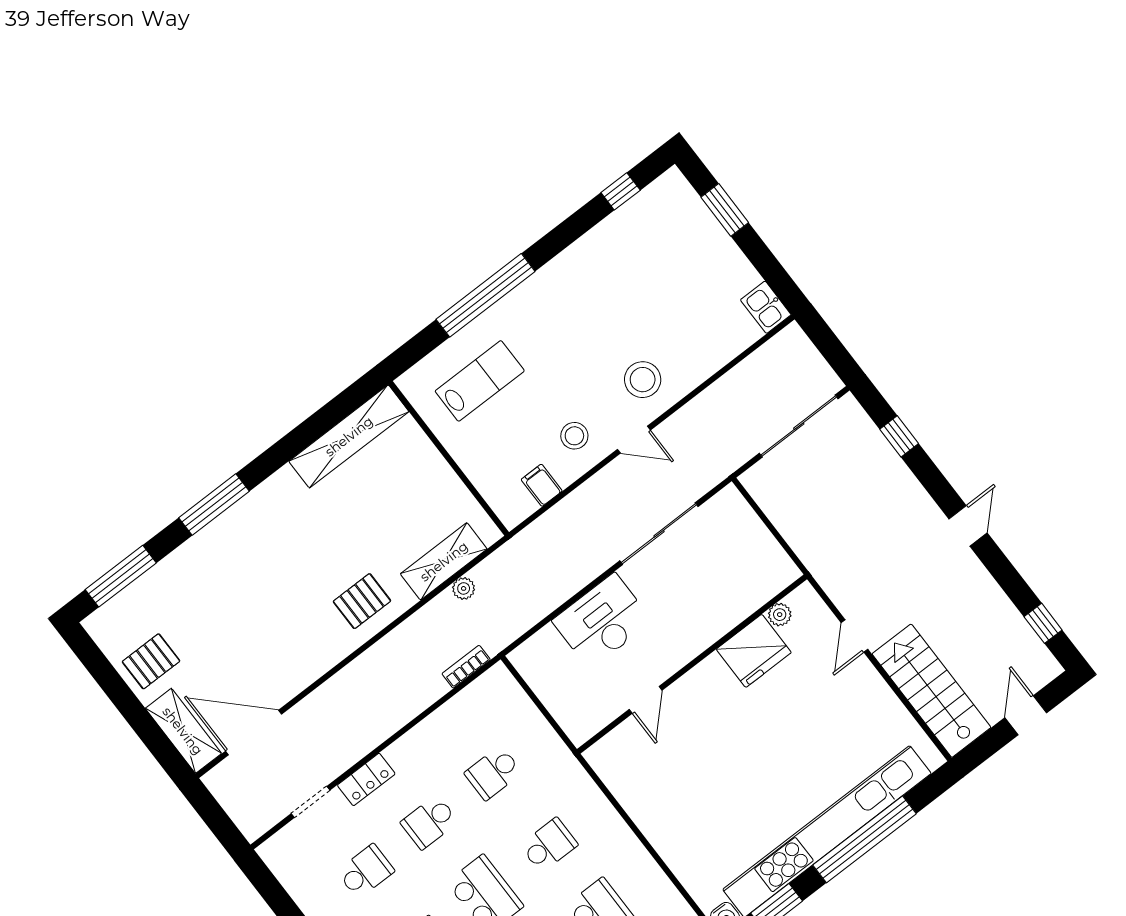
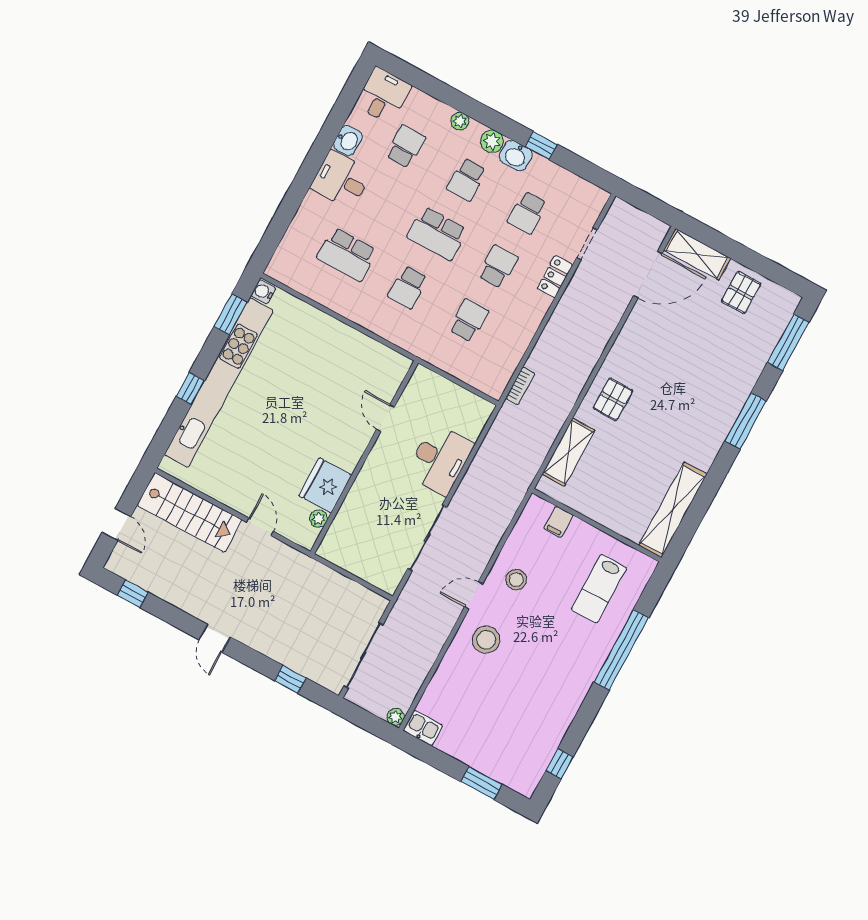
filing cabinet: (542, 485) -> (558, 522), moved, turned 90
plant: (464, 588) -> (395, 717), moved
window: (864, 839) -> (190, 389), width x0.32

